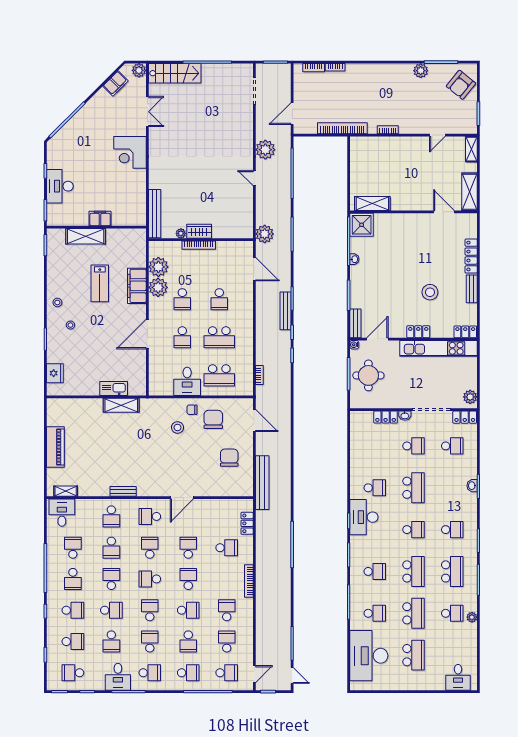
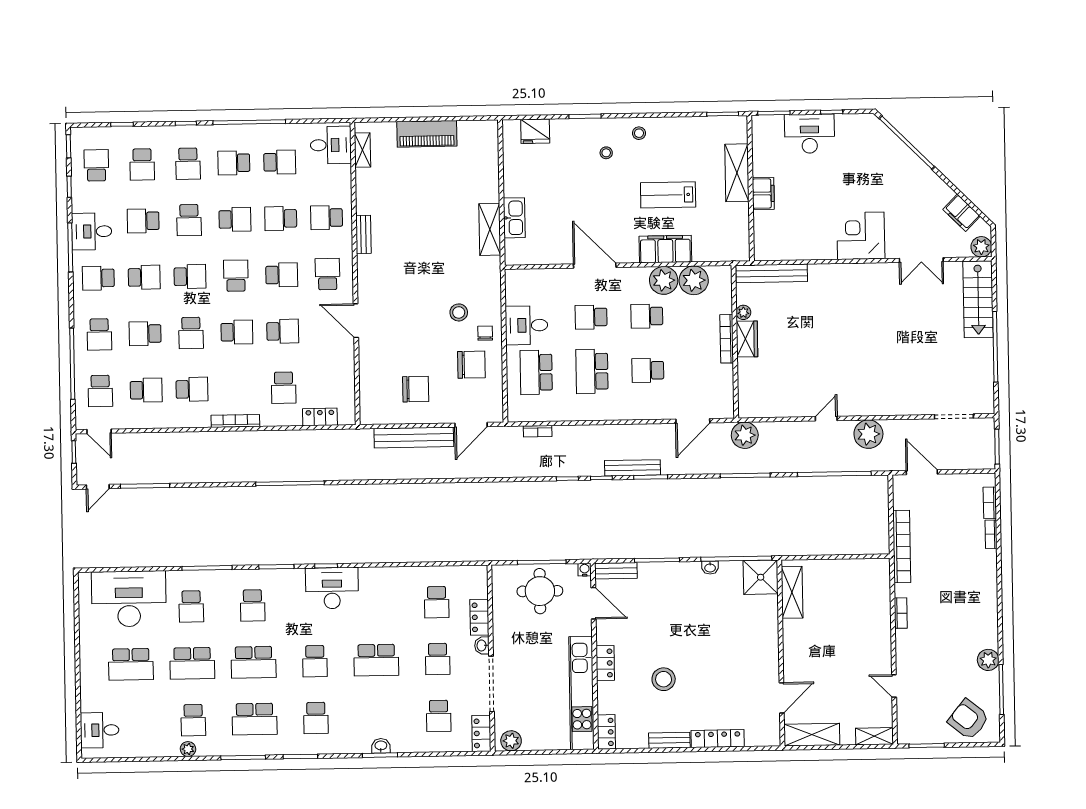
bench: (262, 483) -> (414, 438), moved
school desk: (375, 488) -> (437, 602), moved
school desk: (150, 673) -> (98, 278), turned 90

